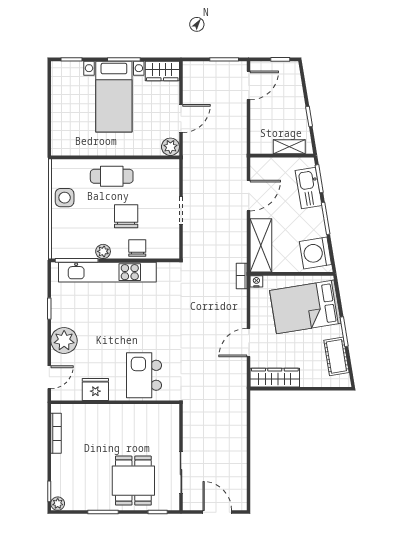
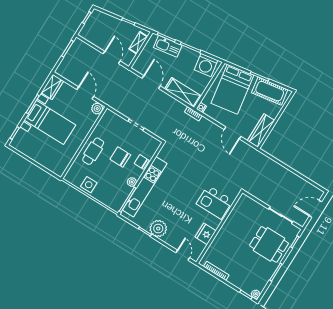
door: (249, 85) -> (112, 57), moved
plant: (64, 341) -> (158, 229), moved
cot: (336, 356) -> (270, 91), width x1.37, depth x1.34

